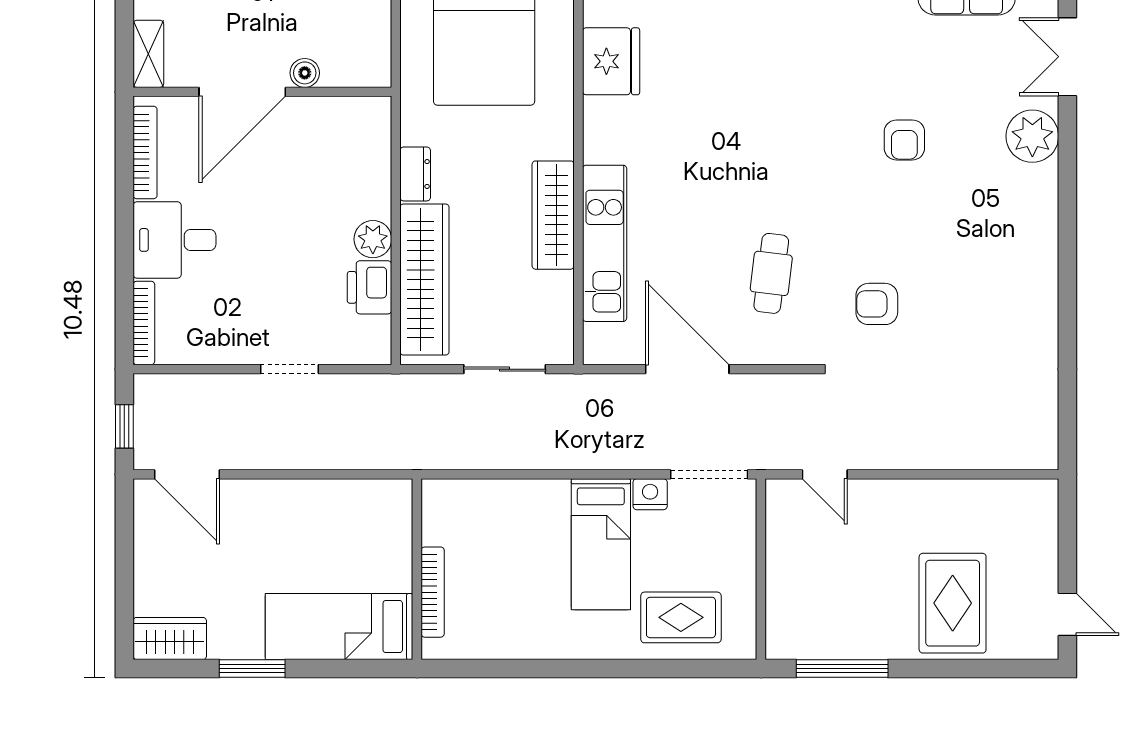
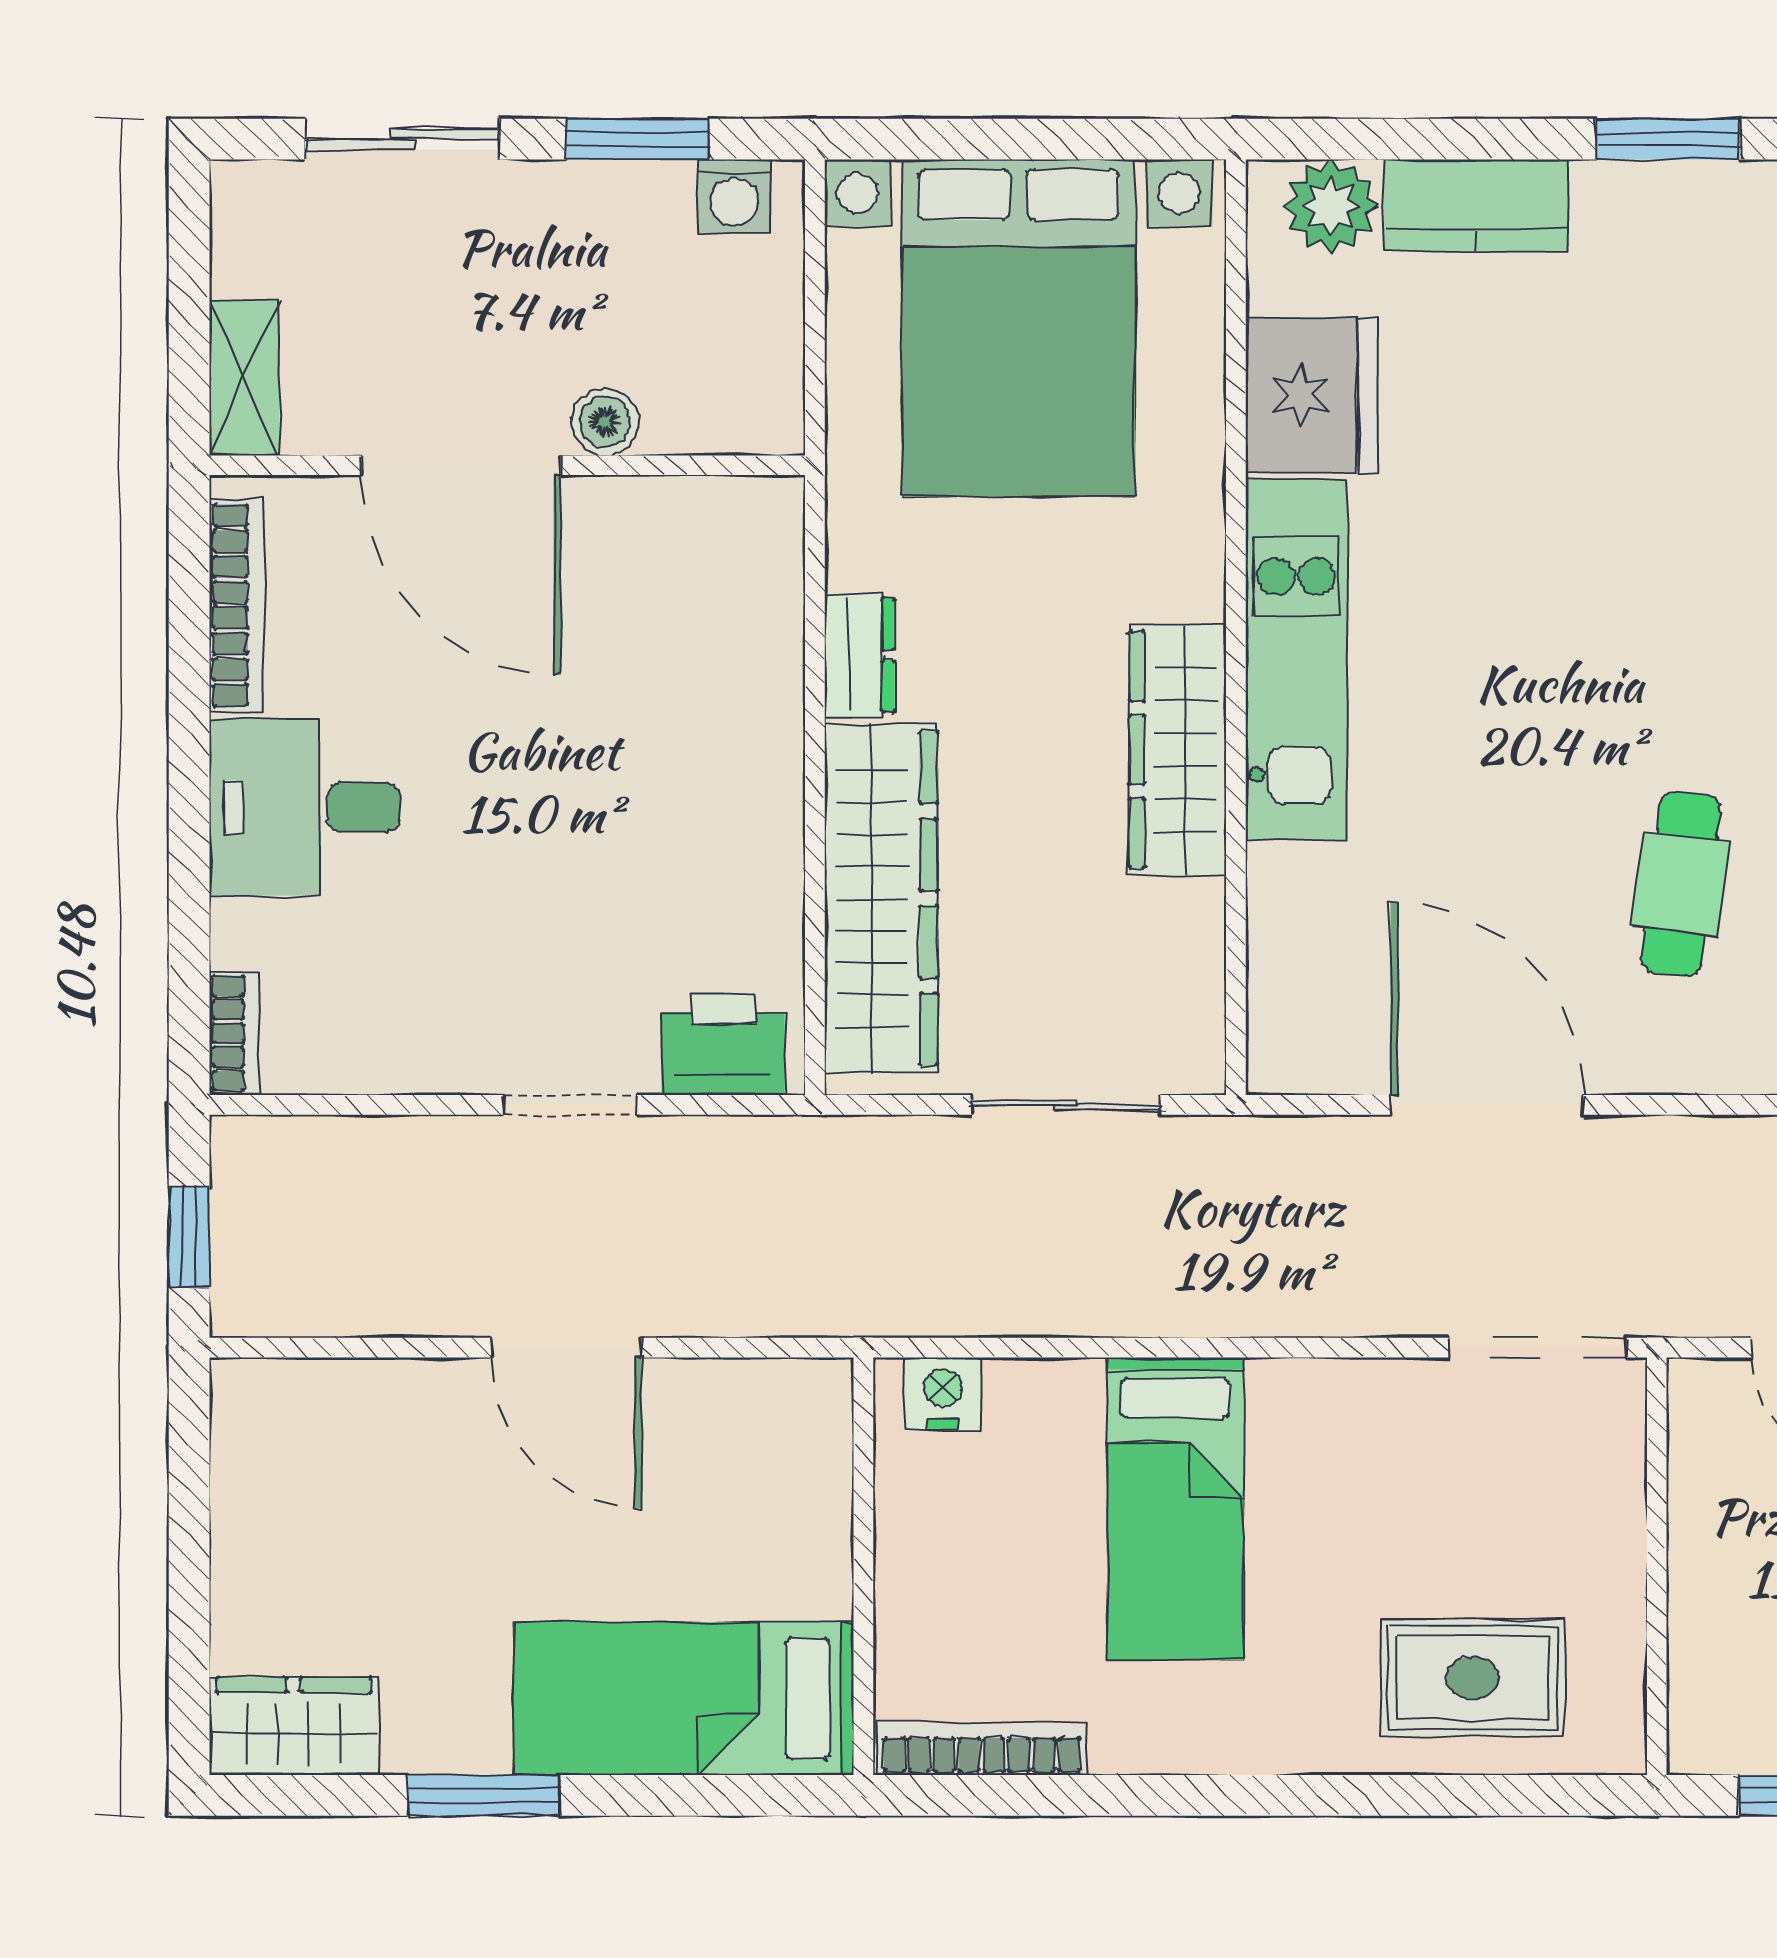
door: (242, 92) -> (461, 465), hinge flipped
plant: (373, 239) -> (762, 805), removed
kitchen unit: (605, 243) -> (1296, 660), moved
printer: (369, 287) -> (723, 1044), moved, turned 90
bookcase: (144, 323) -> (234, 1033), width x0.64
door: (187, 474) -> (566, 1348), moved
nightstand: (650, 494) -> (943, 1393), moved
bed: (601, 544) -> (1175, 1509), moved
bookcase: (433, 592) -> (982, 1748), moved, turned -90

